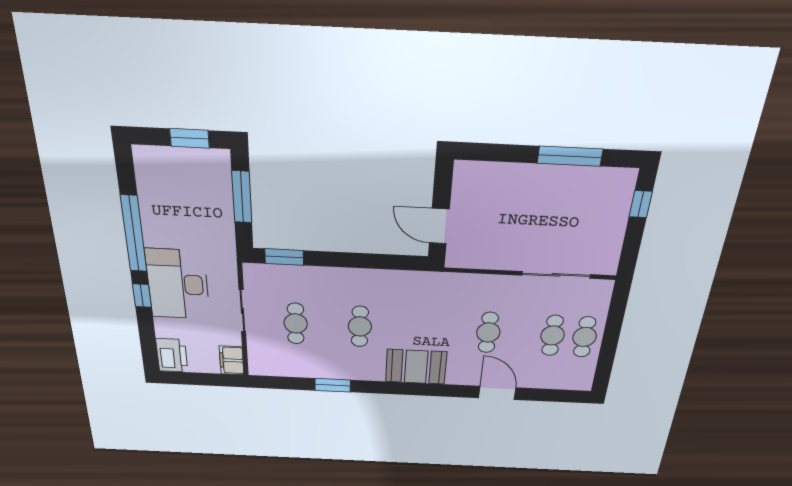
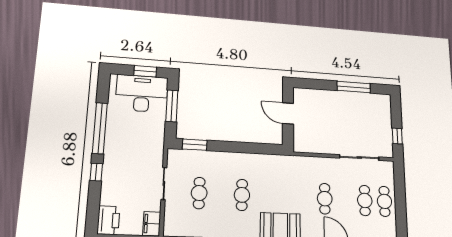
window: (641, 204) -> (397, 136), moved
door: (439, 226) -> (288, 113), moved
desk: (178, 284) -> (142, 94), moved, turned 90

